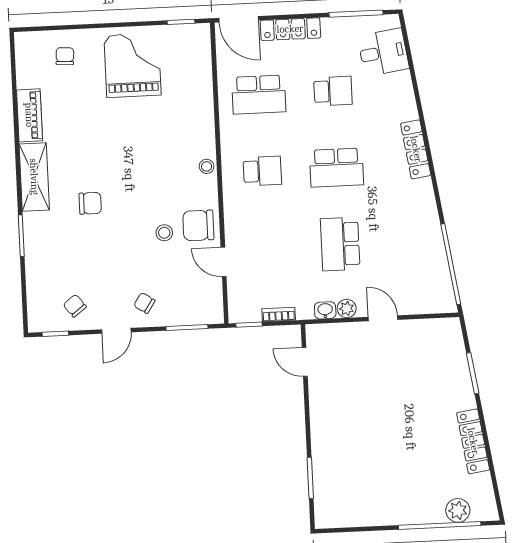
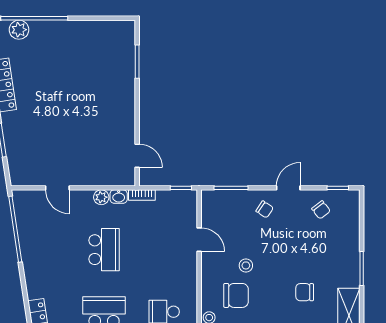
chair: (198, 225) -> (236, 295), moved
bookcase: (279, 314) -> (142, 195), moved
door: (383, 318) -> (57, 188), moved

